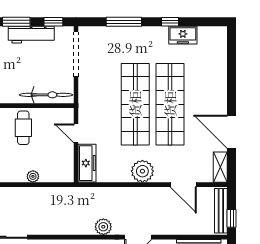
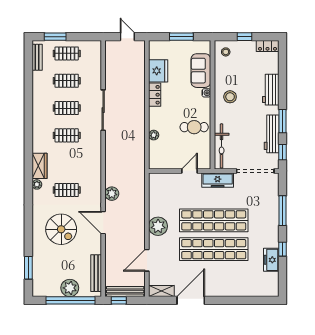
freezer: (87, 163) -> (218, 180), moved

